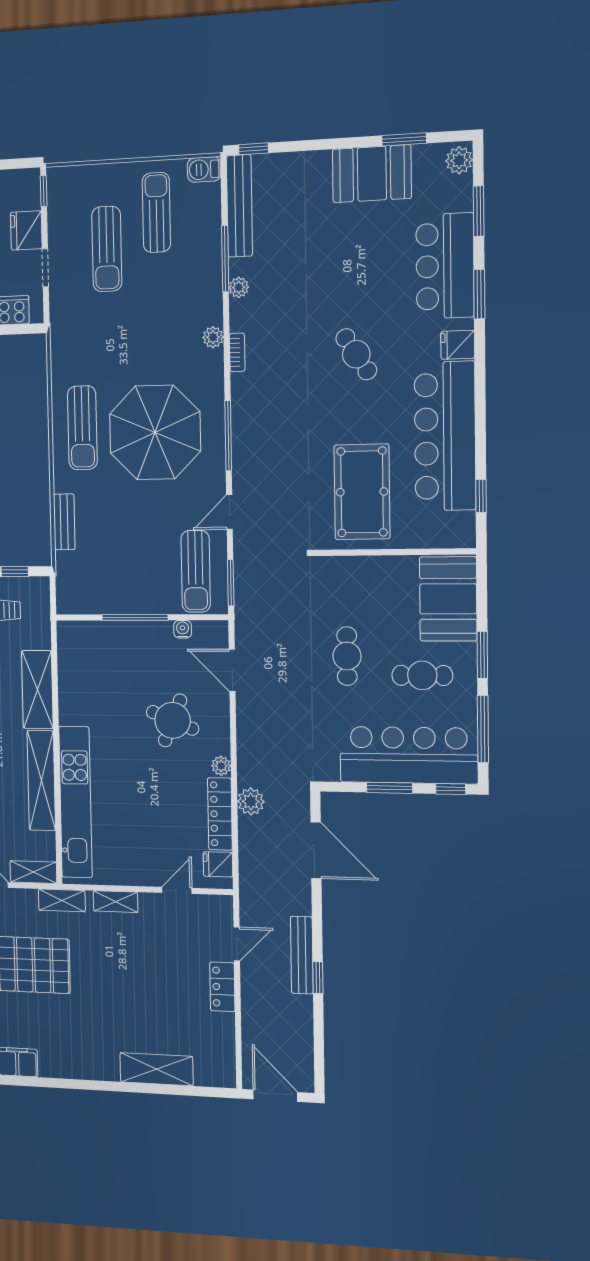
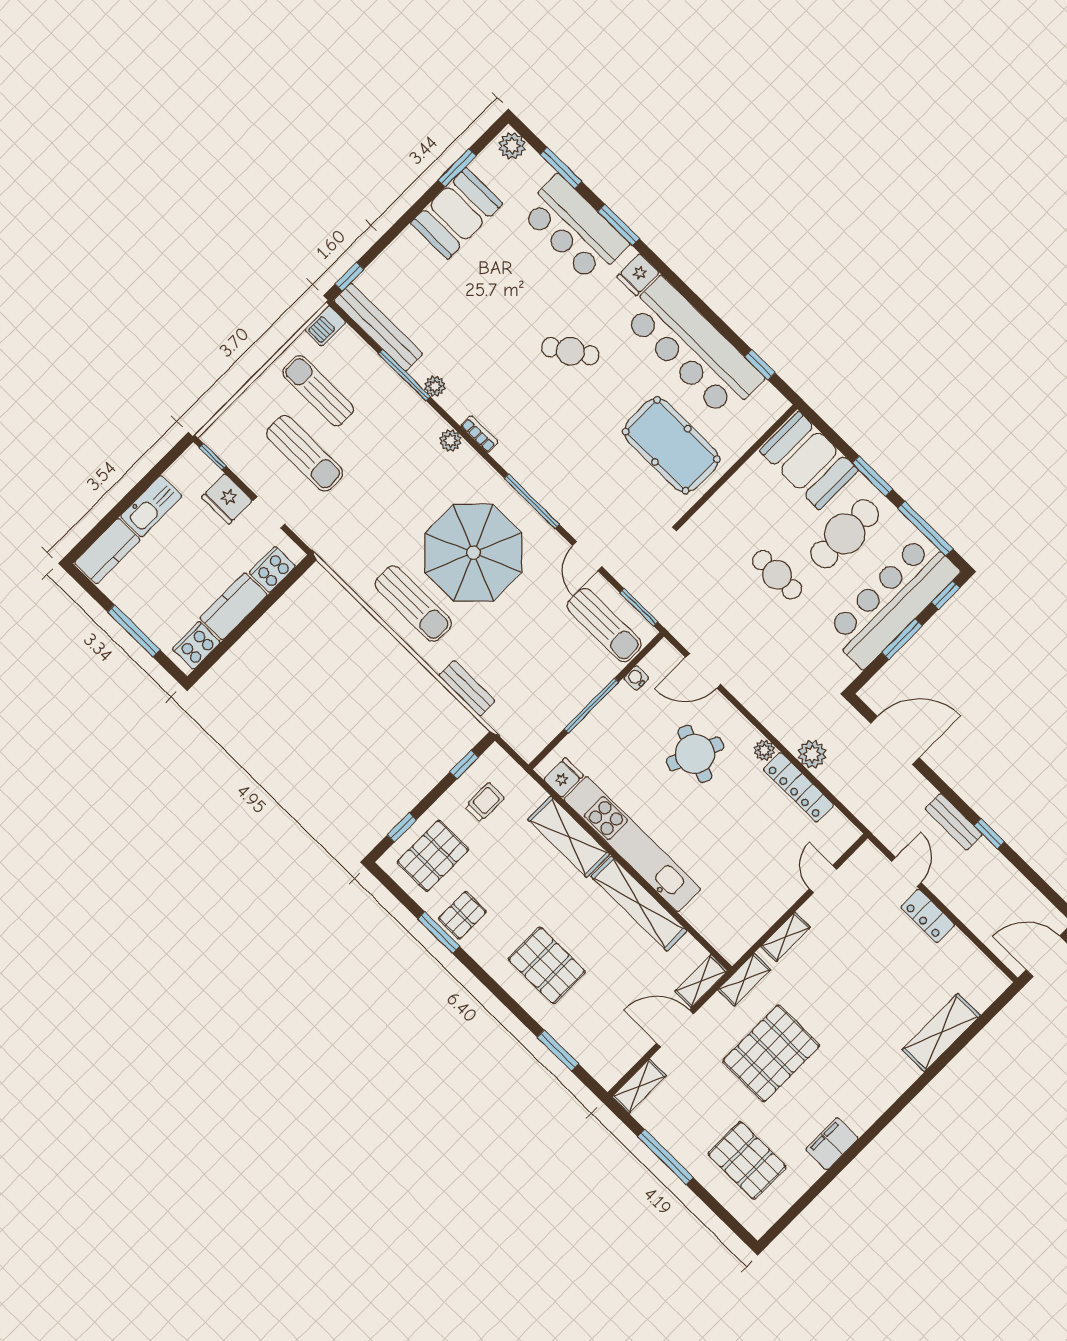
cafe table: (422, 675) -> (845, 534), width x1.37, depth x1.35
kitchen unit: (75, 802) -> (632, 844), moved
fridge: (218, 864) -> (563, 778), moved, turned 180
bench: (302, 955) -> (954, 822), width x0.73

